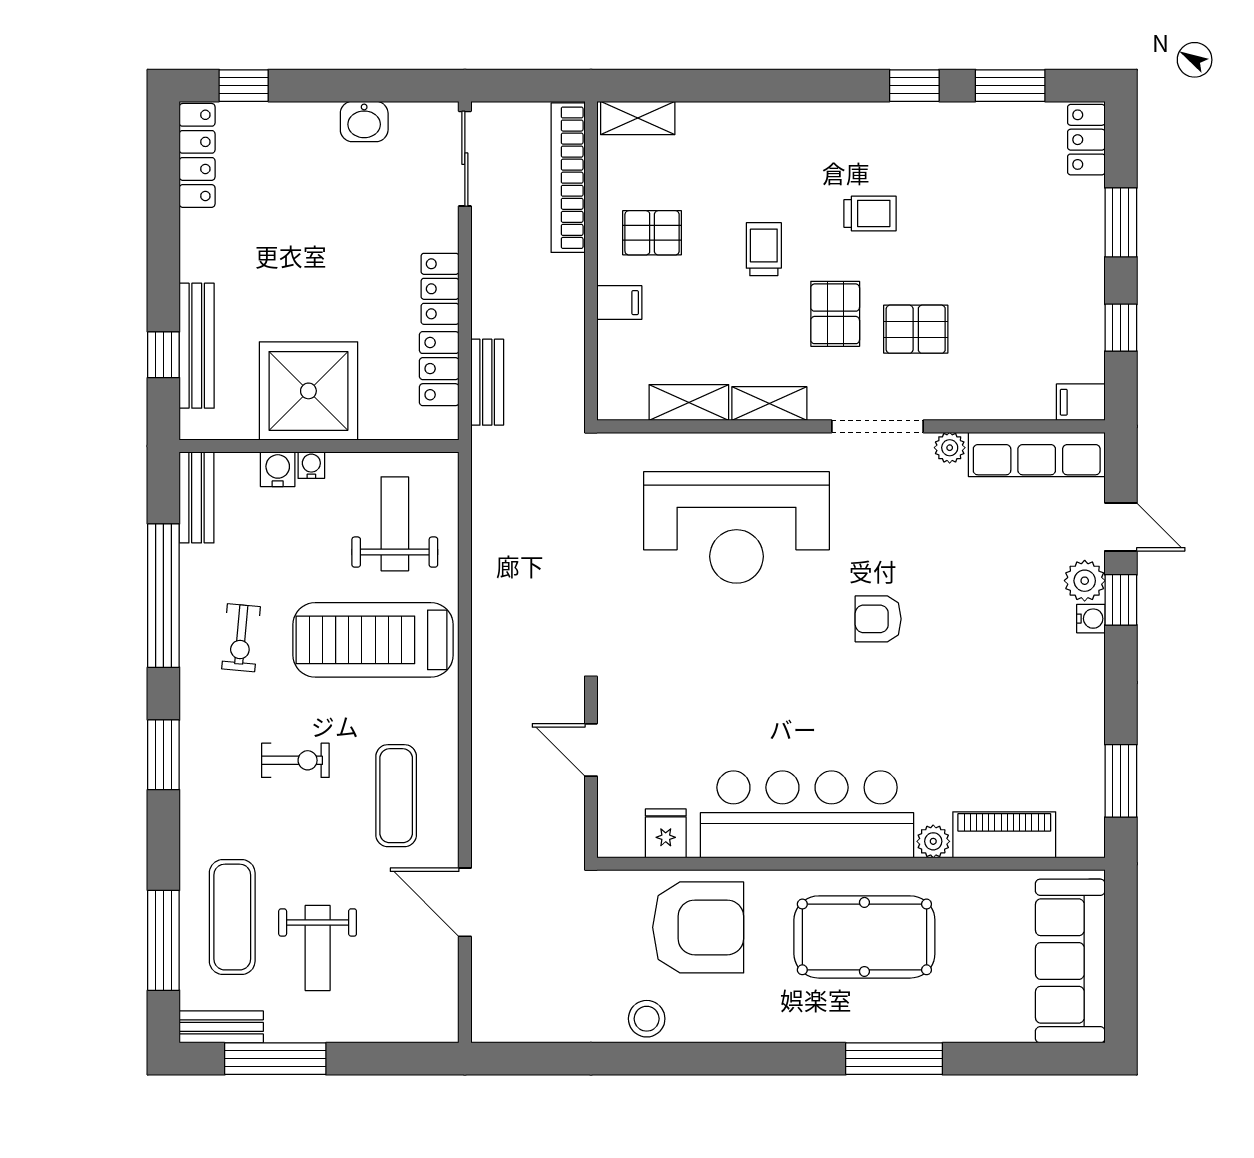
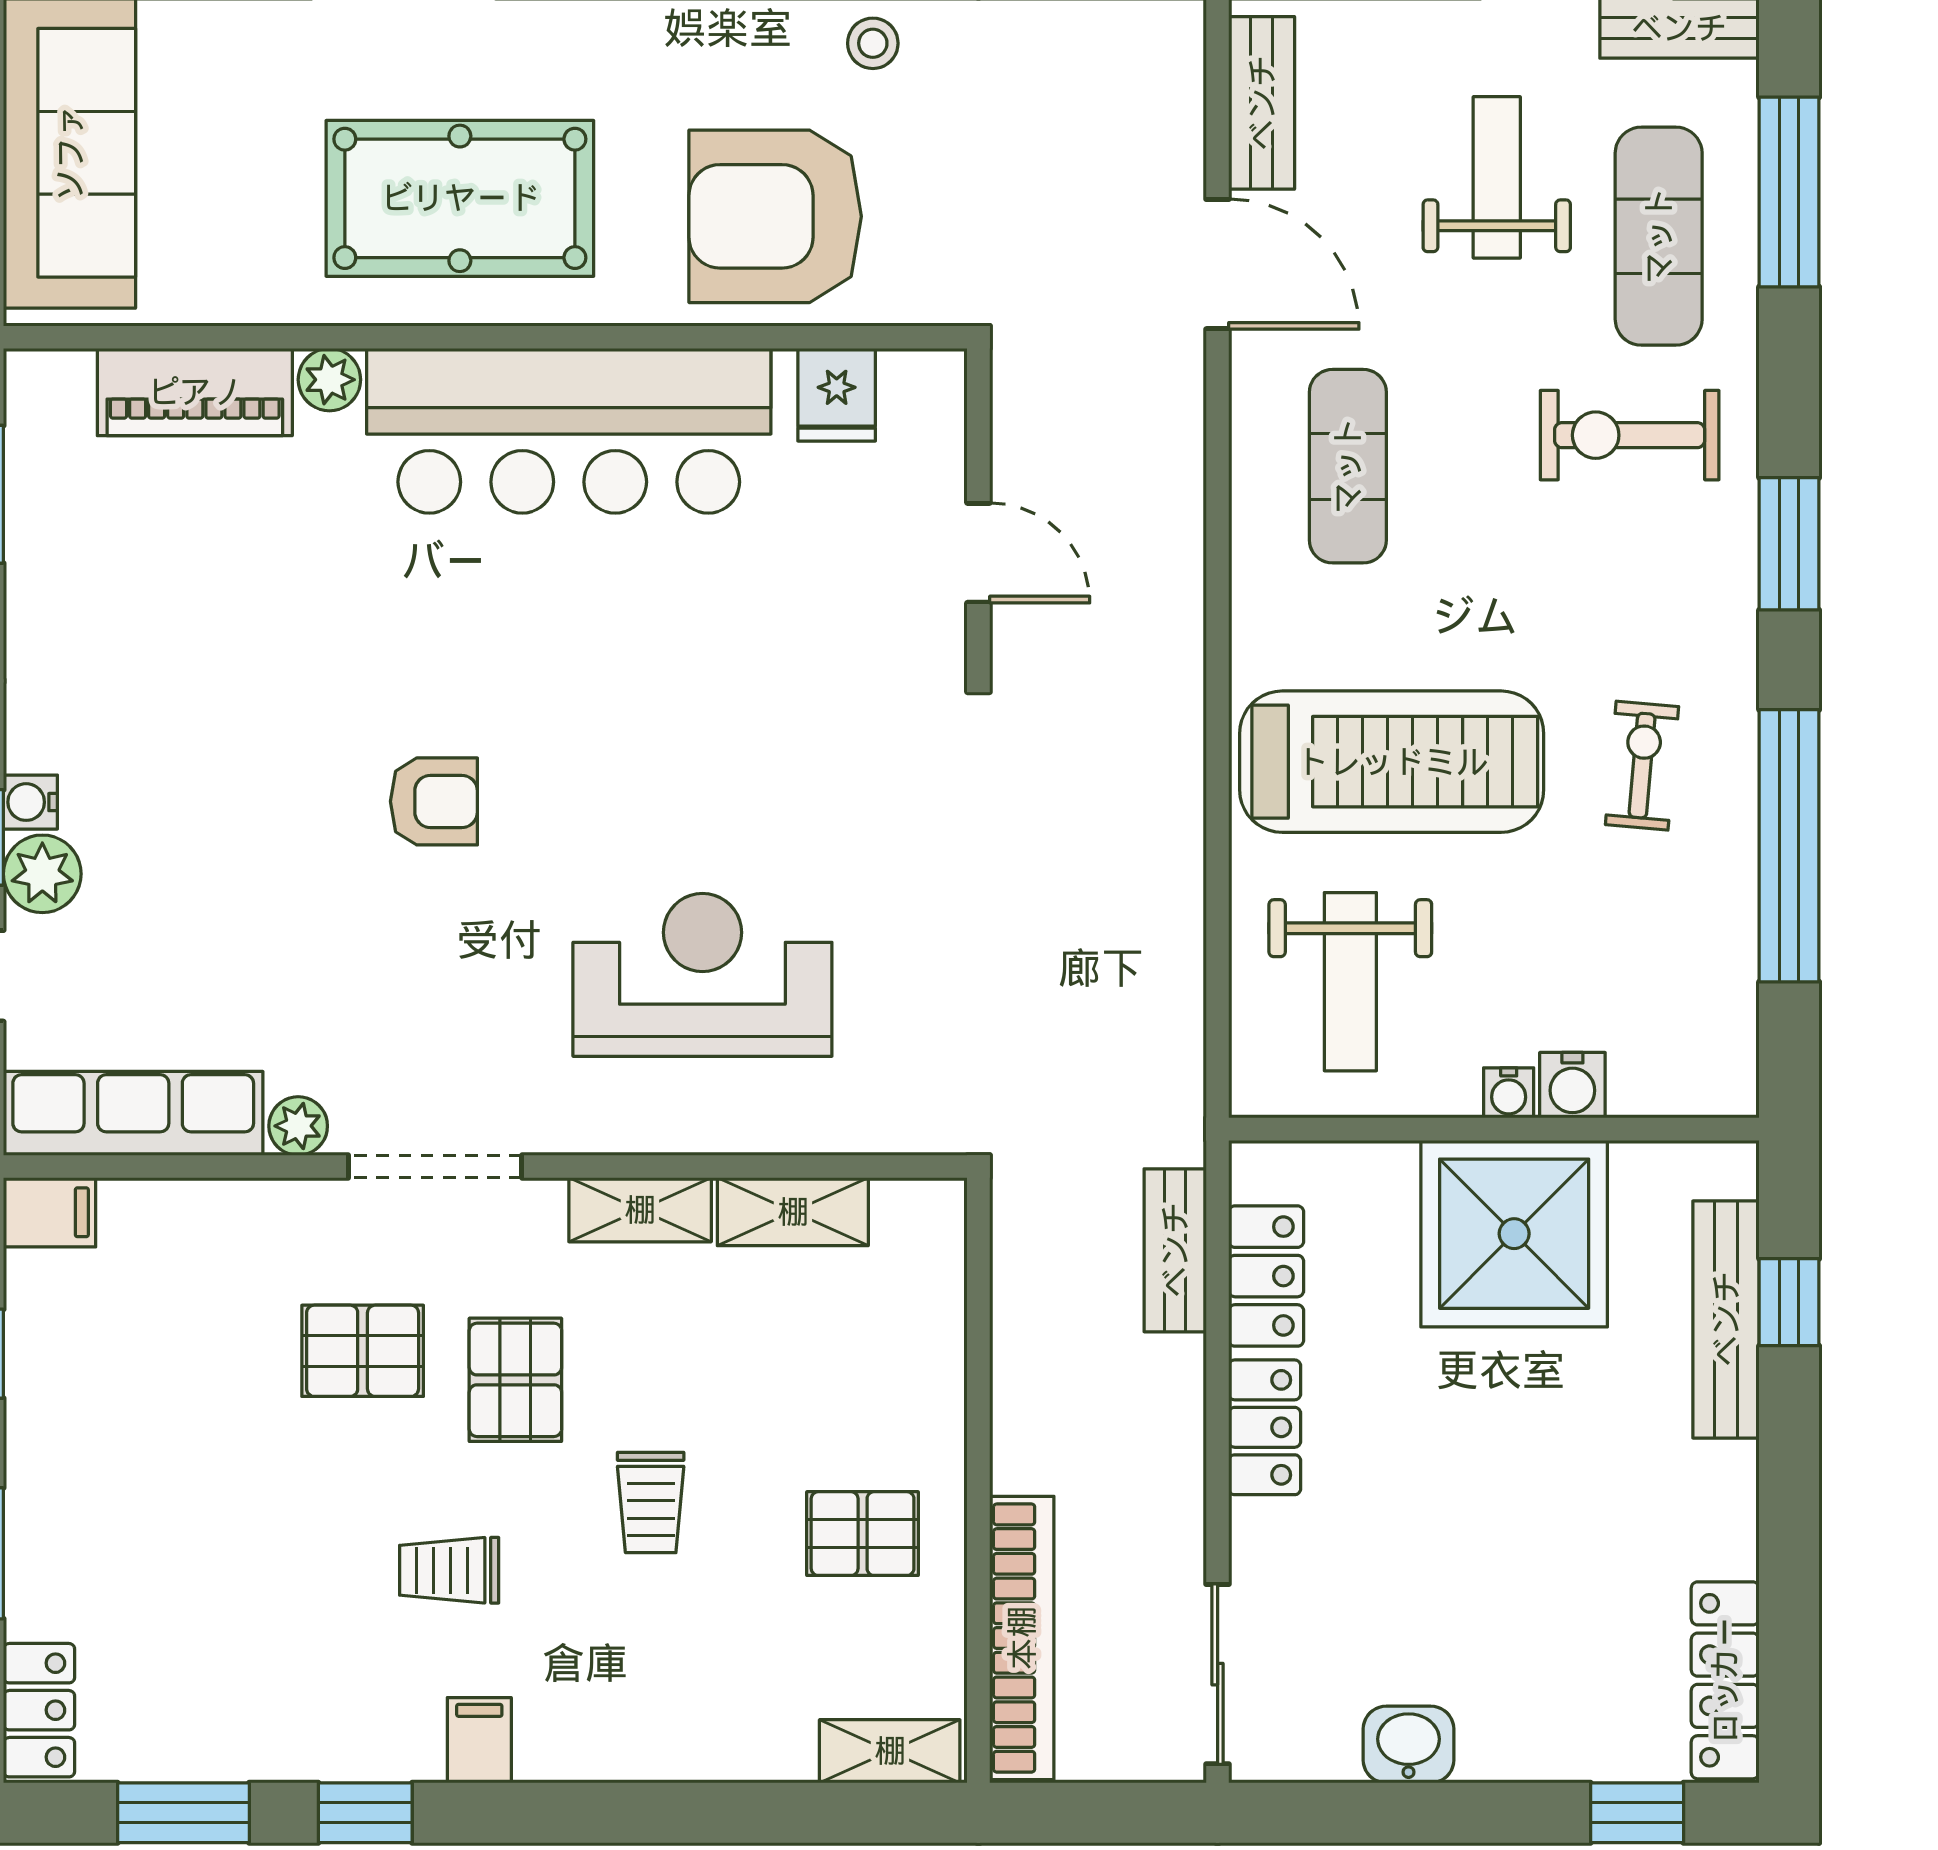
filing cabinet: (619, 303) -> (479, 1740), moved, turned 90
bench: (197, 497) -> (1262, 103), moved
reception desk: (736, 527) -> (702, 975), width x0.74, depth x0.77
exercise bike: (295, 760) -> (1630, 435), moved, width x1.38, depth x1.39
stool: (647, 1019) -> (873, 43), width x0.73, depth x0.73

